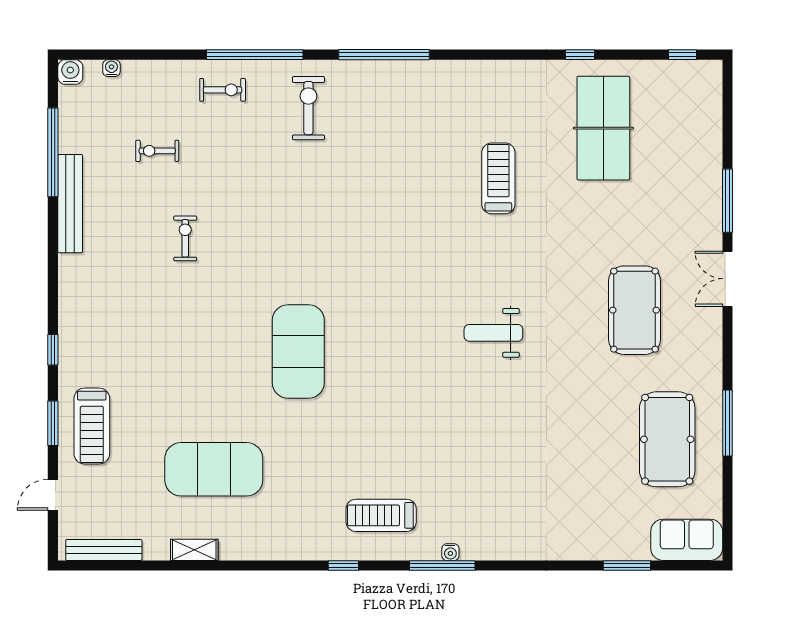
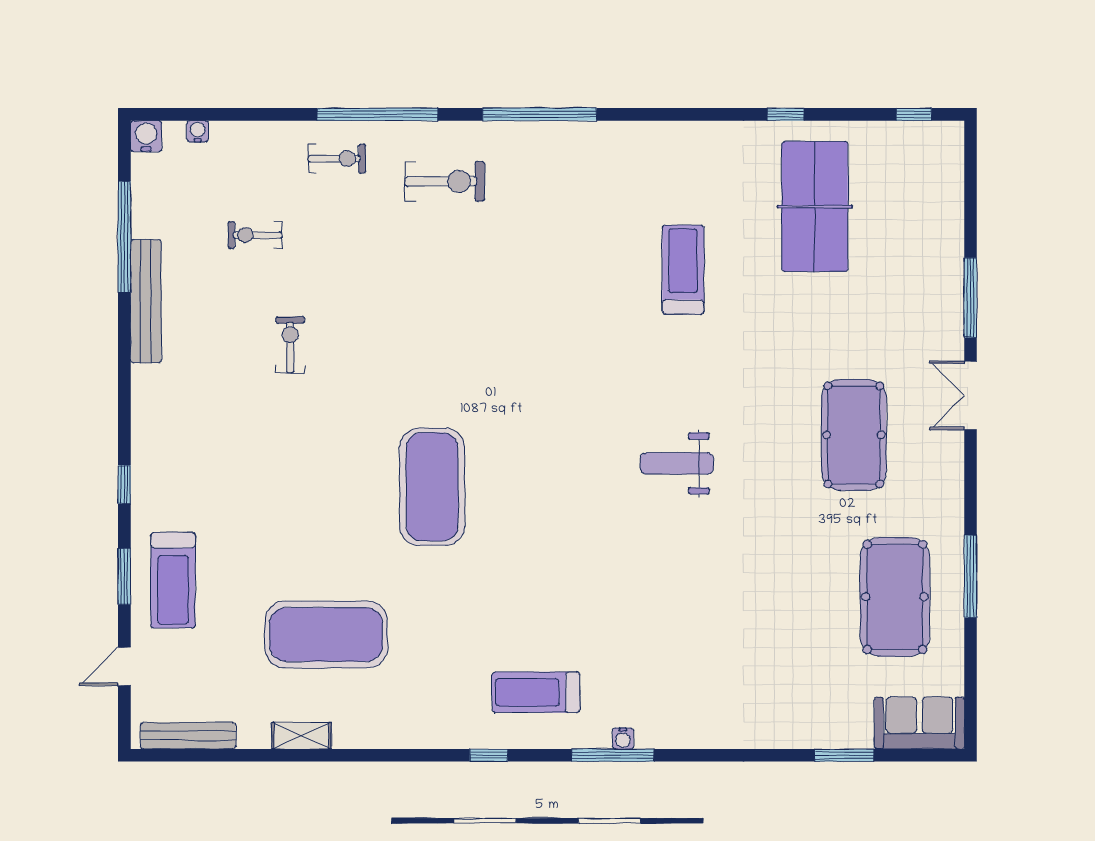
exercise bike: (308, 108) -> (445, 181), turned 90

